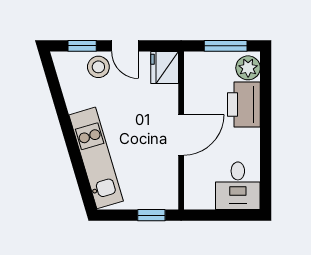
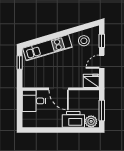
stool: (98, 67) -> (84, 41), moved
desk: (238, 186) -> (34, 101), moved
window: (151, 215) -> (20, 63), moved

